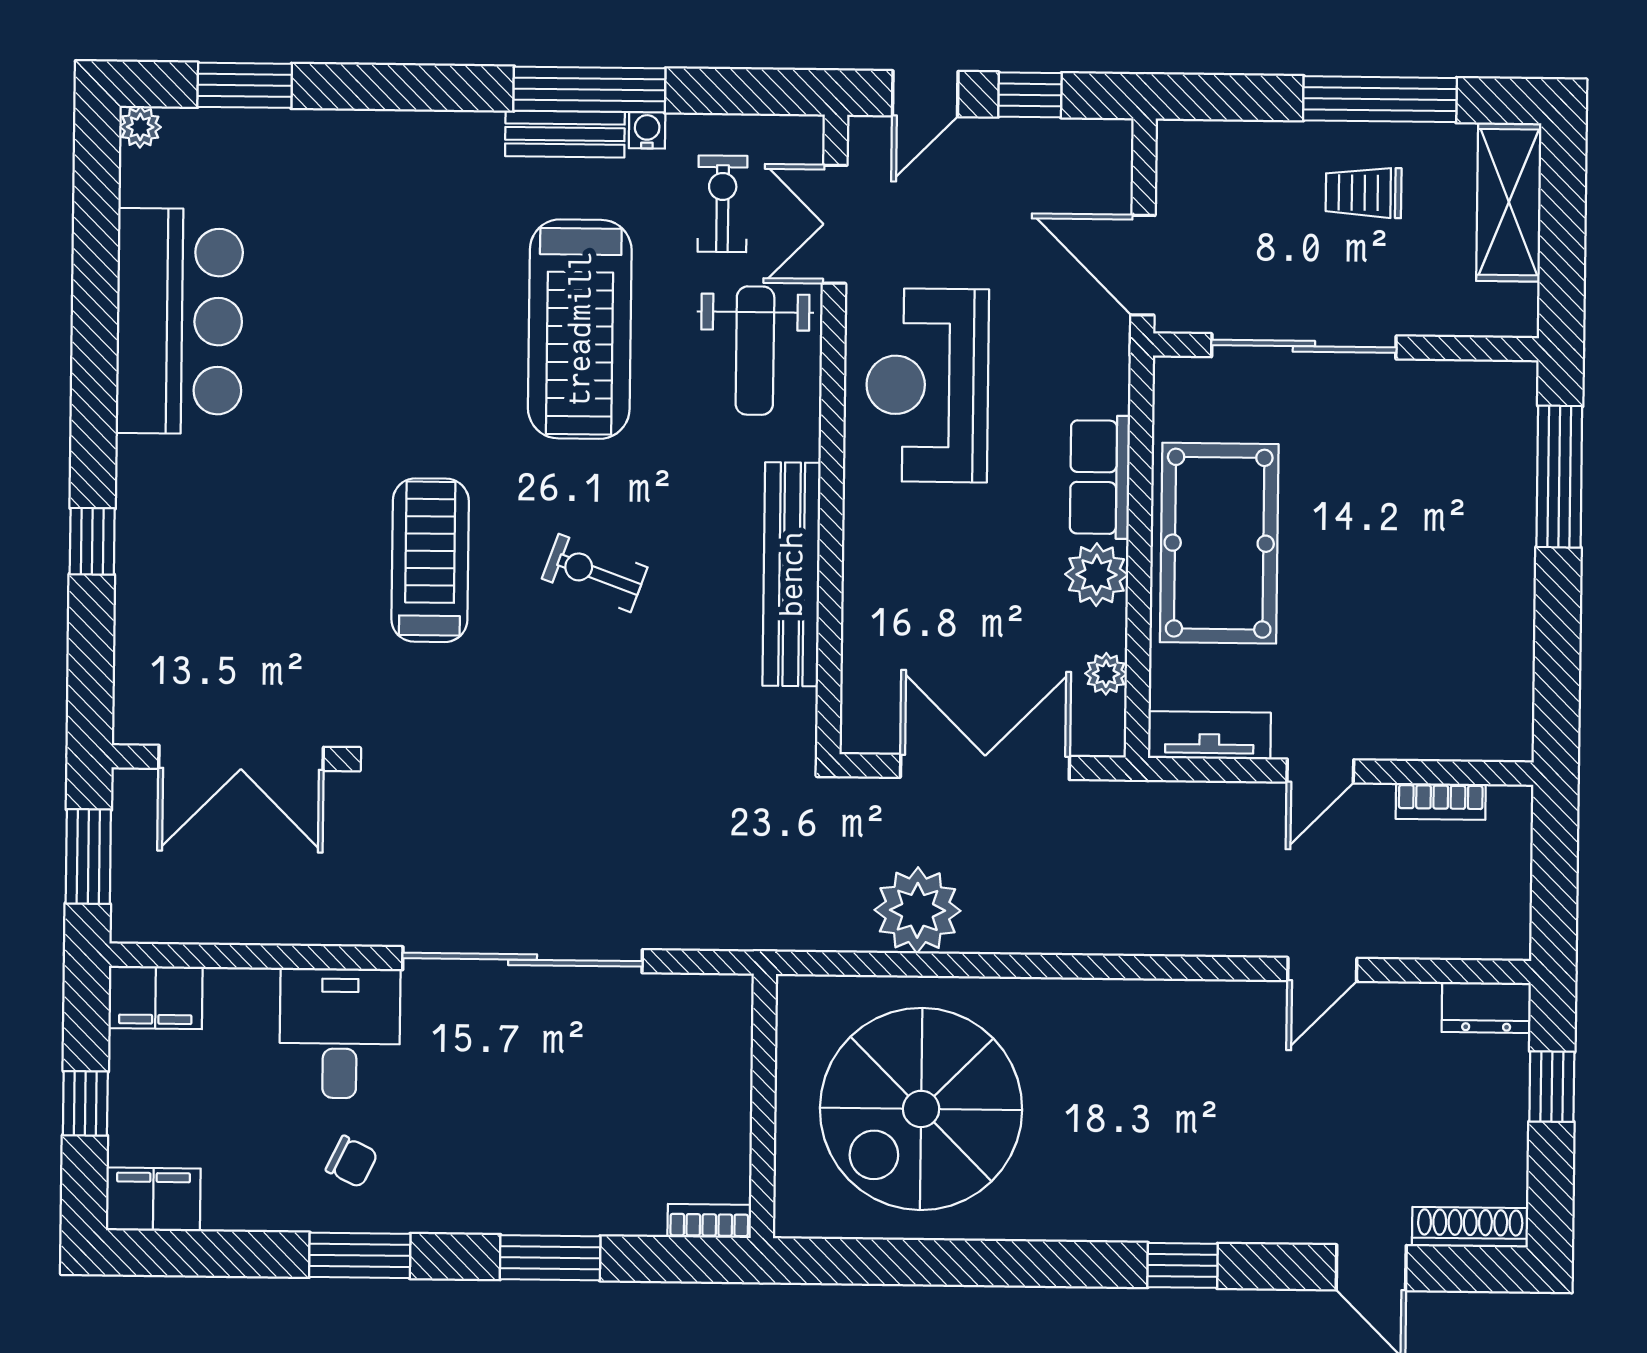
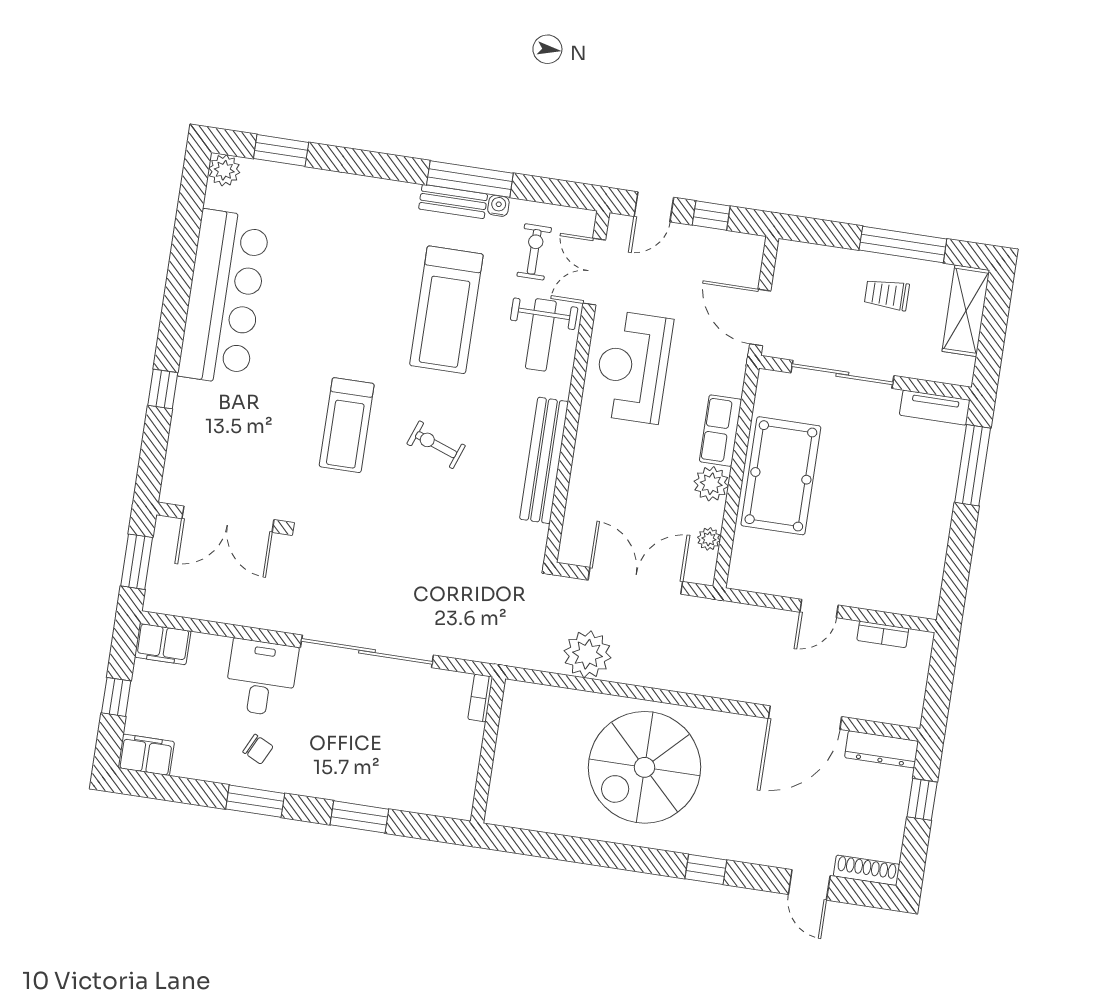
plant: (140, 127) -> (224, 170), width x1.38, depth x1.38
bar counter: (179, 321) -> (224, 297), width x1.36
treadmill: (430, 560) -> (347, 425), turned 180
tv unit: (1209, 735) -> (935, 408), moved, turned 180
door: (1322, 969) -> (805, 718), width x1.88
dresser: (1486, 1007) -> (882, 749), width x1.44
spiral stairs: (921, 1109) -> (644, 767), moved
bookcase: (709, 1221) -> (480, 698), moved, turned -90

